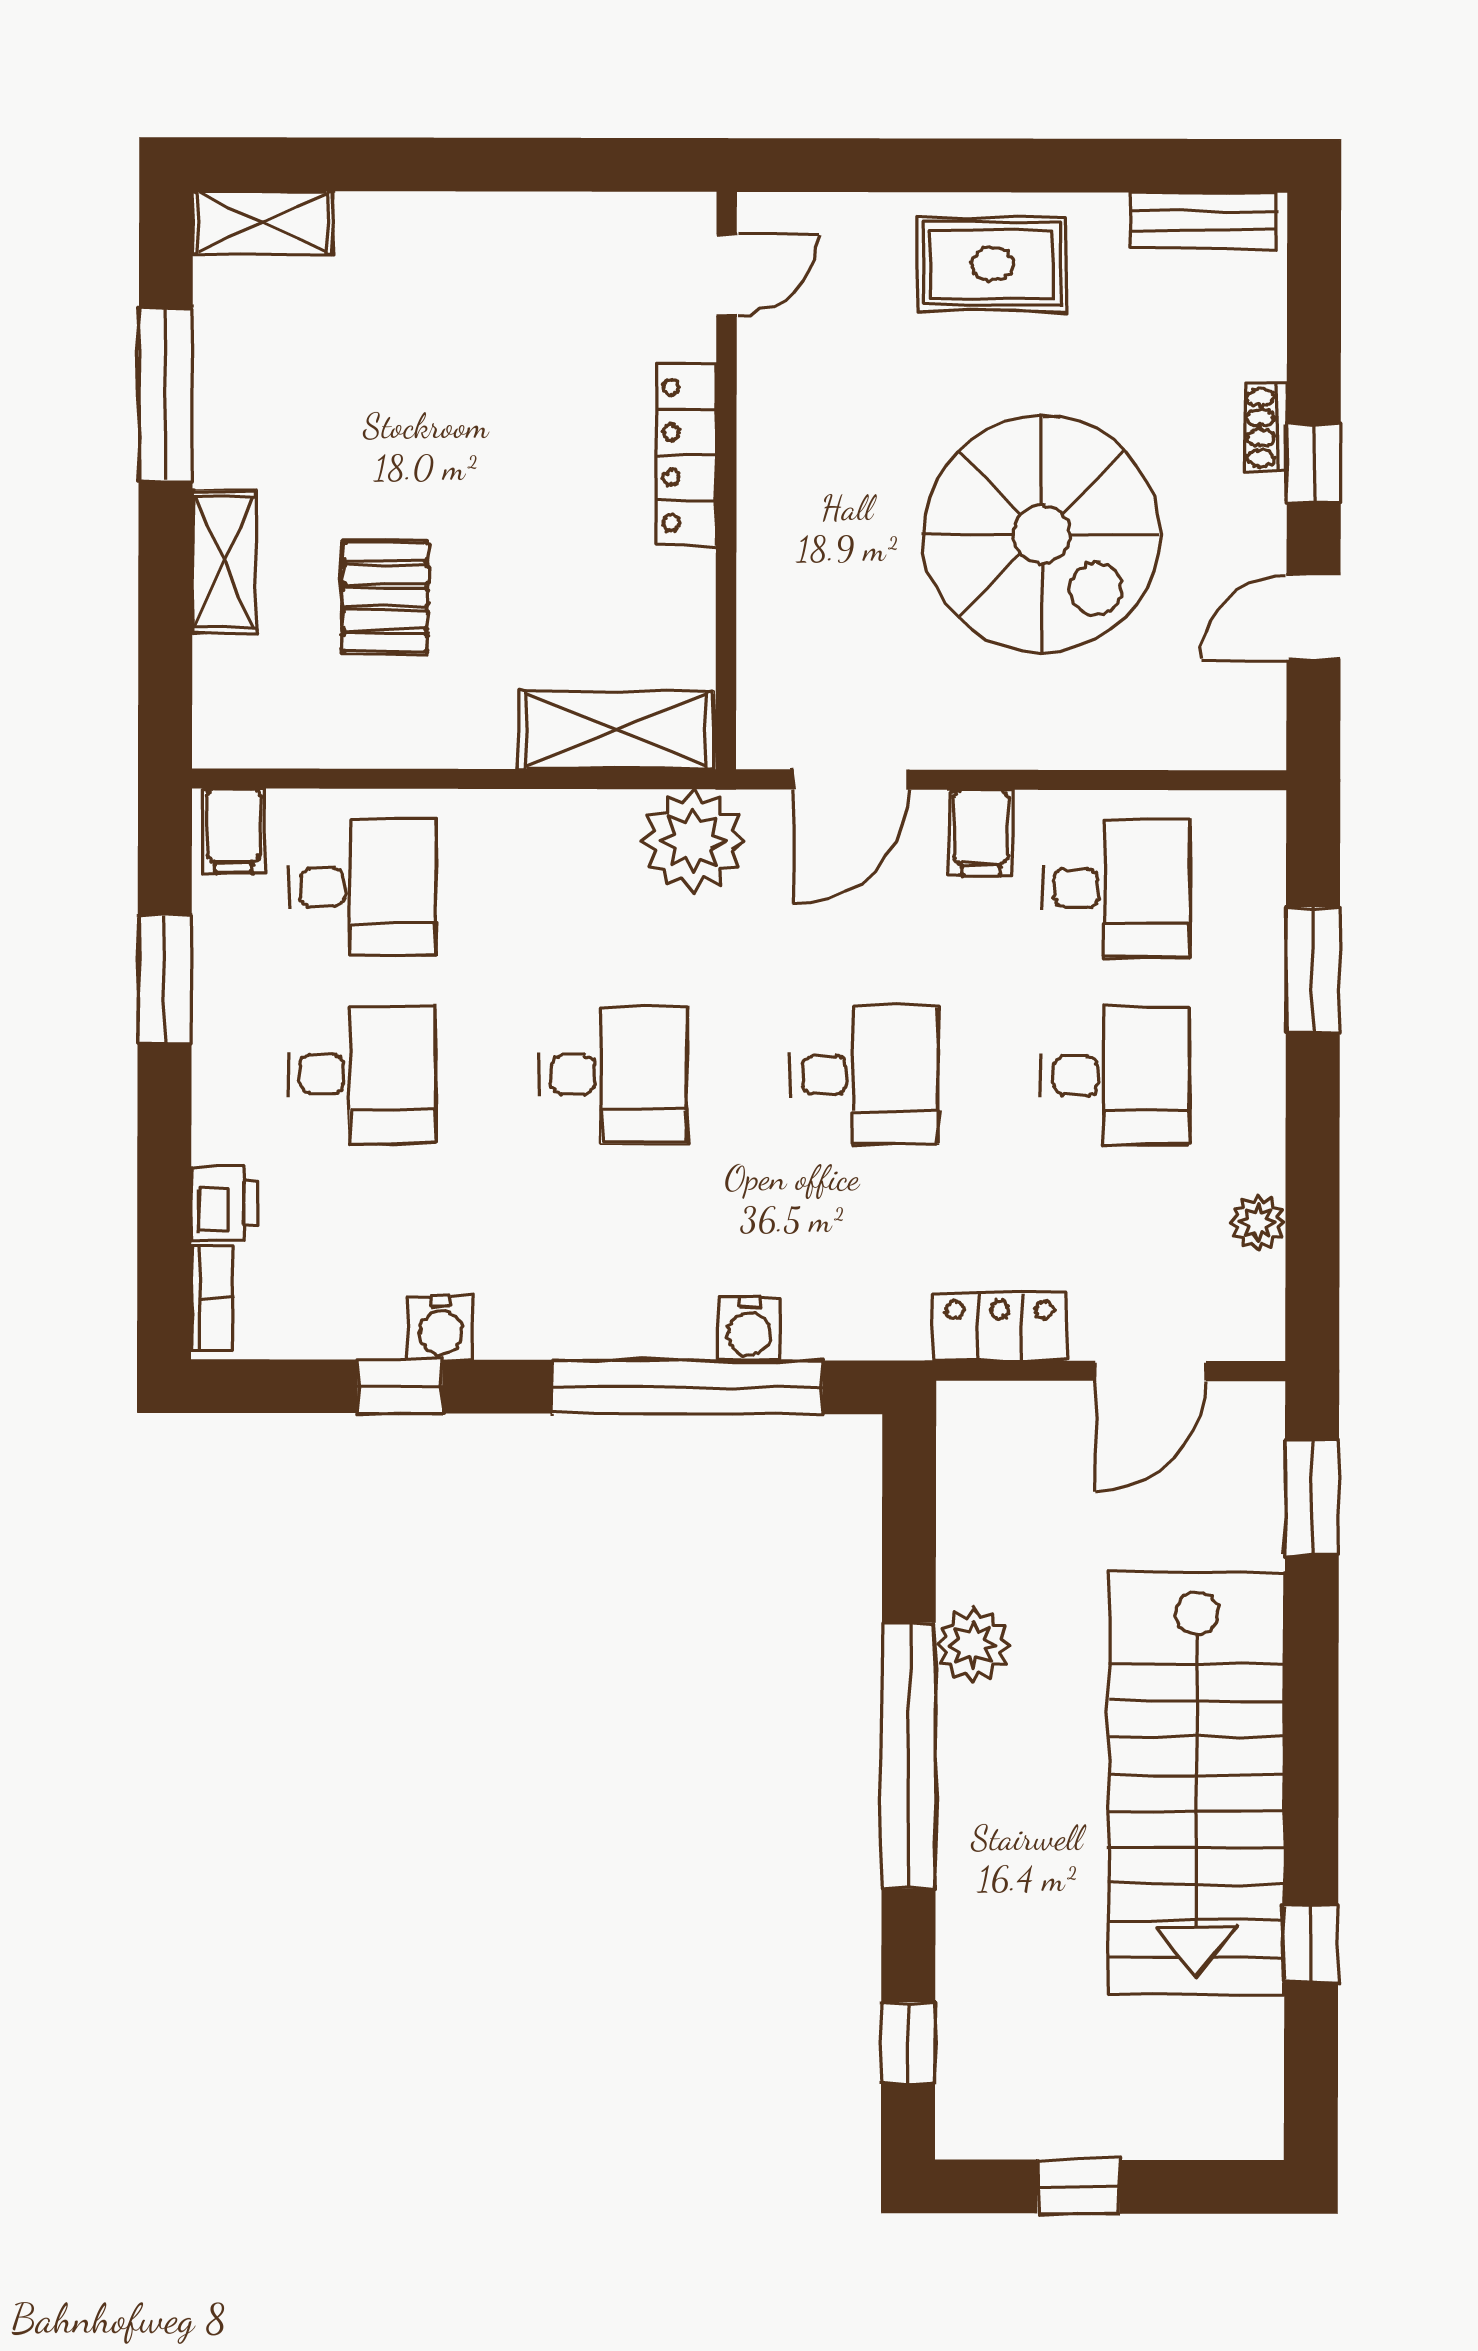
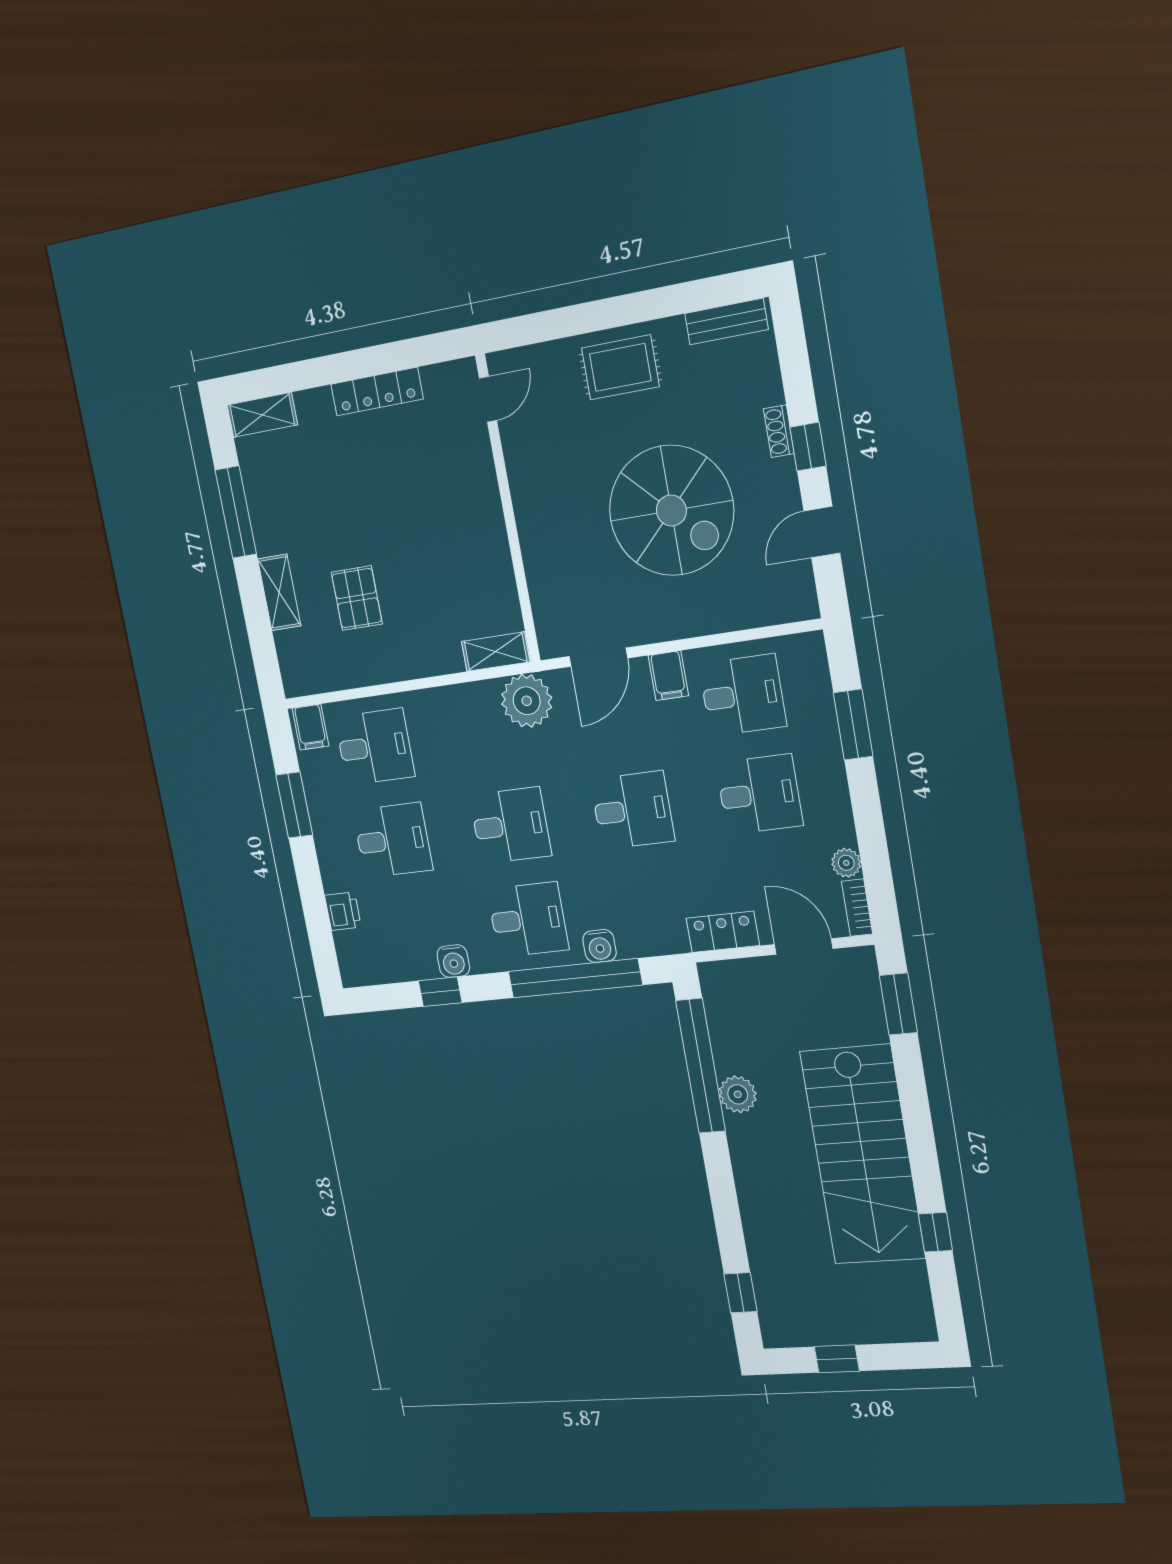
locker: (686, 455) -> (377, 392), moved, turned -90
shelving: (616, 730) -> (496, 652), width x0.67, depth x0.75
desk: (613, 1262) -> (528, 920), added
bookcase: (212, 1298) -> (857, 908), moved, turned 180
door: (1151, 1371) -> (804, 946), swing flipped
window: (909, 1756) -> (701, 1066), moved

